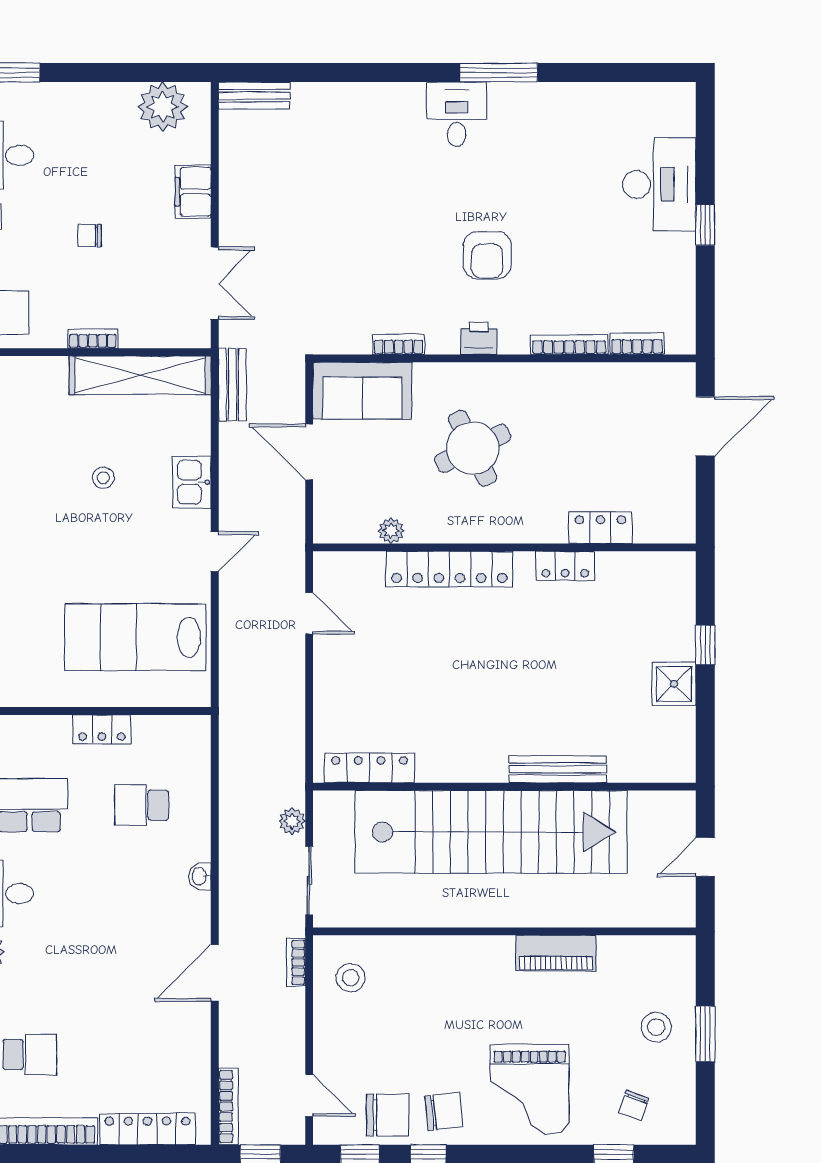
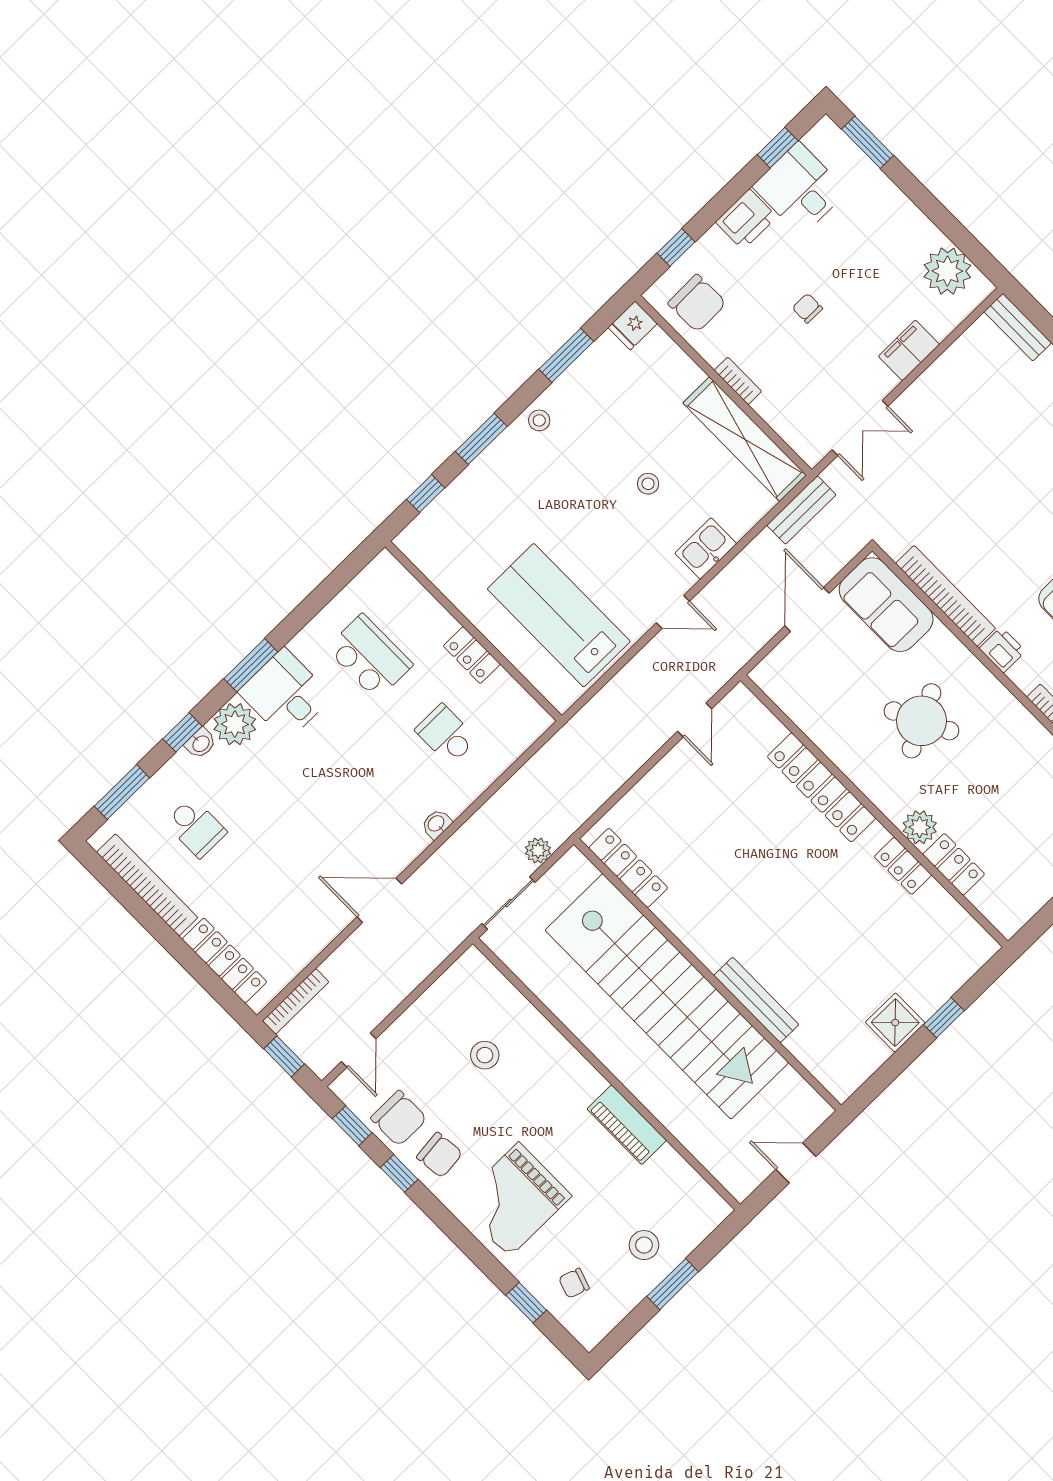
bookcase: (399, 344) -> (946, 596), width x2.31, depth x1.31
plant: (391, 531) -> (920, 827), moved, width x1.38, depth x1.38
bookcase: (296, 962) -> (442, 950), removed
stool: (351, 978) -> (485, 1055), moved

